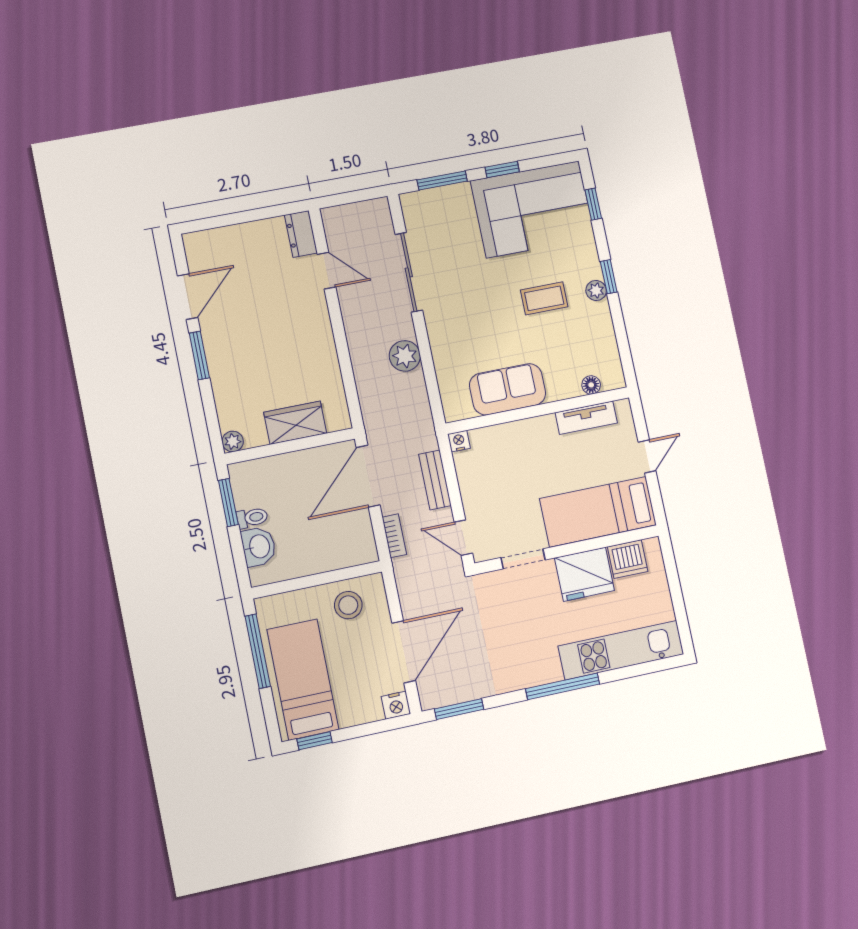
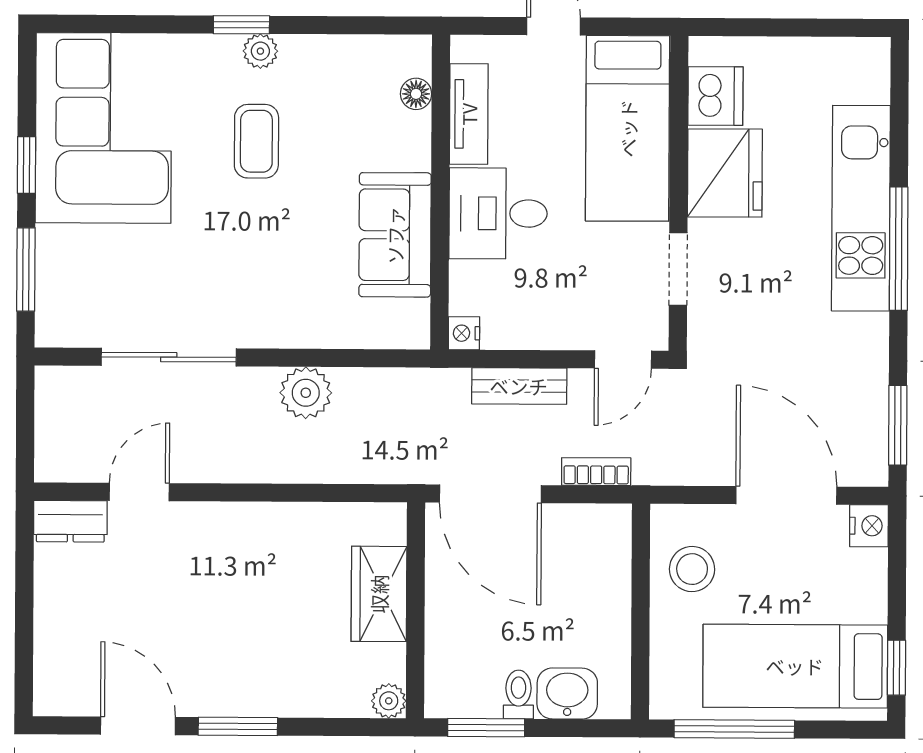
window: (593, 204) -> (114, 24), removed
desk: (533, 447) -> (498, 213), added
kitchen unit: (621, 650) -> (861, 208), moved

